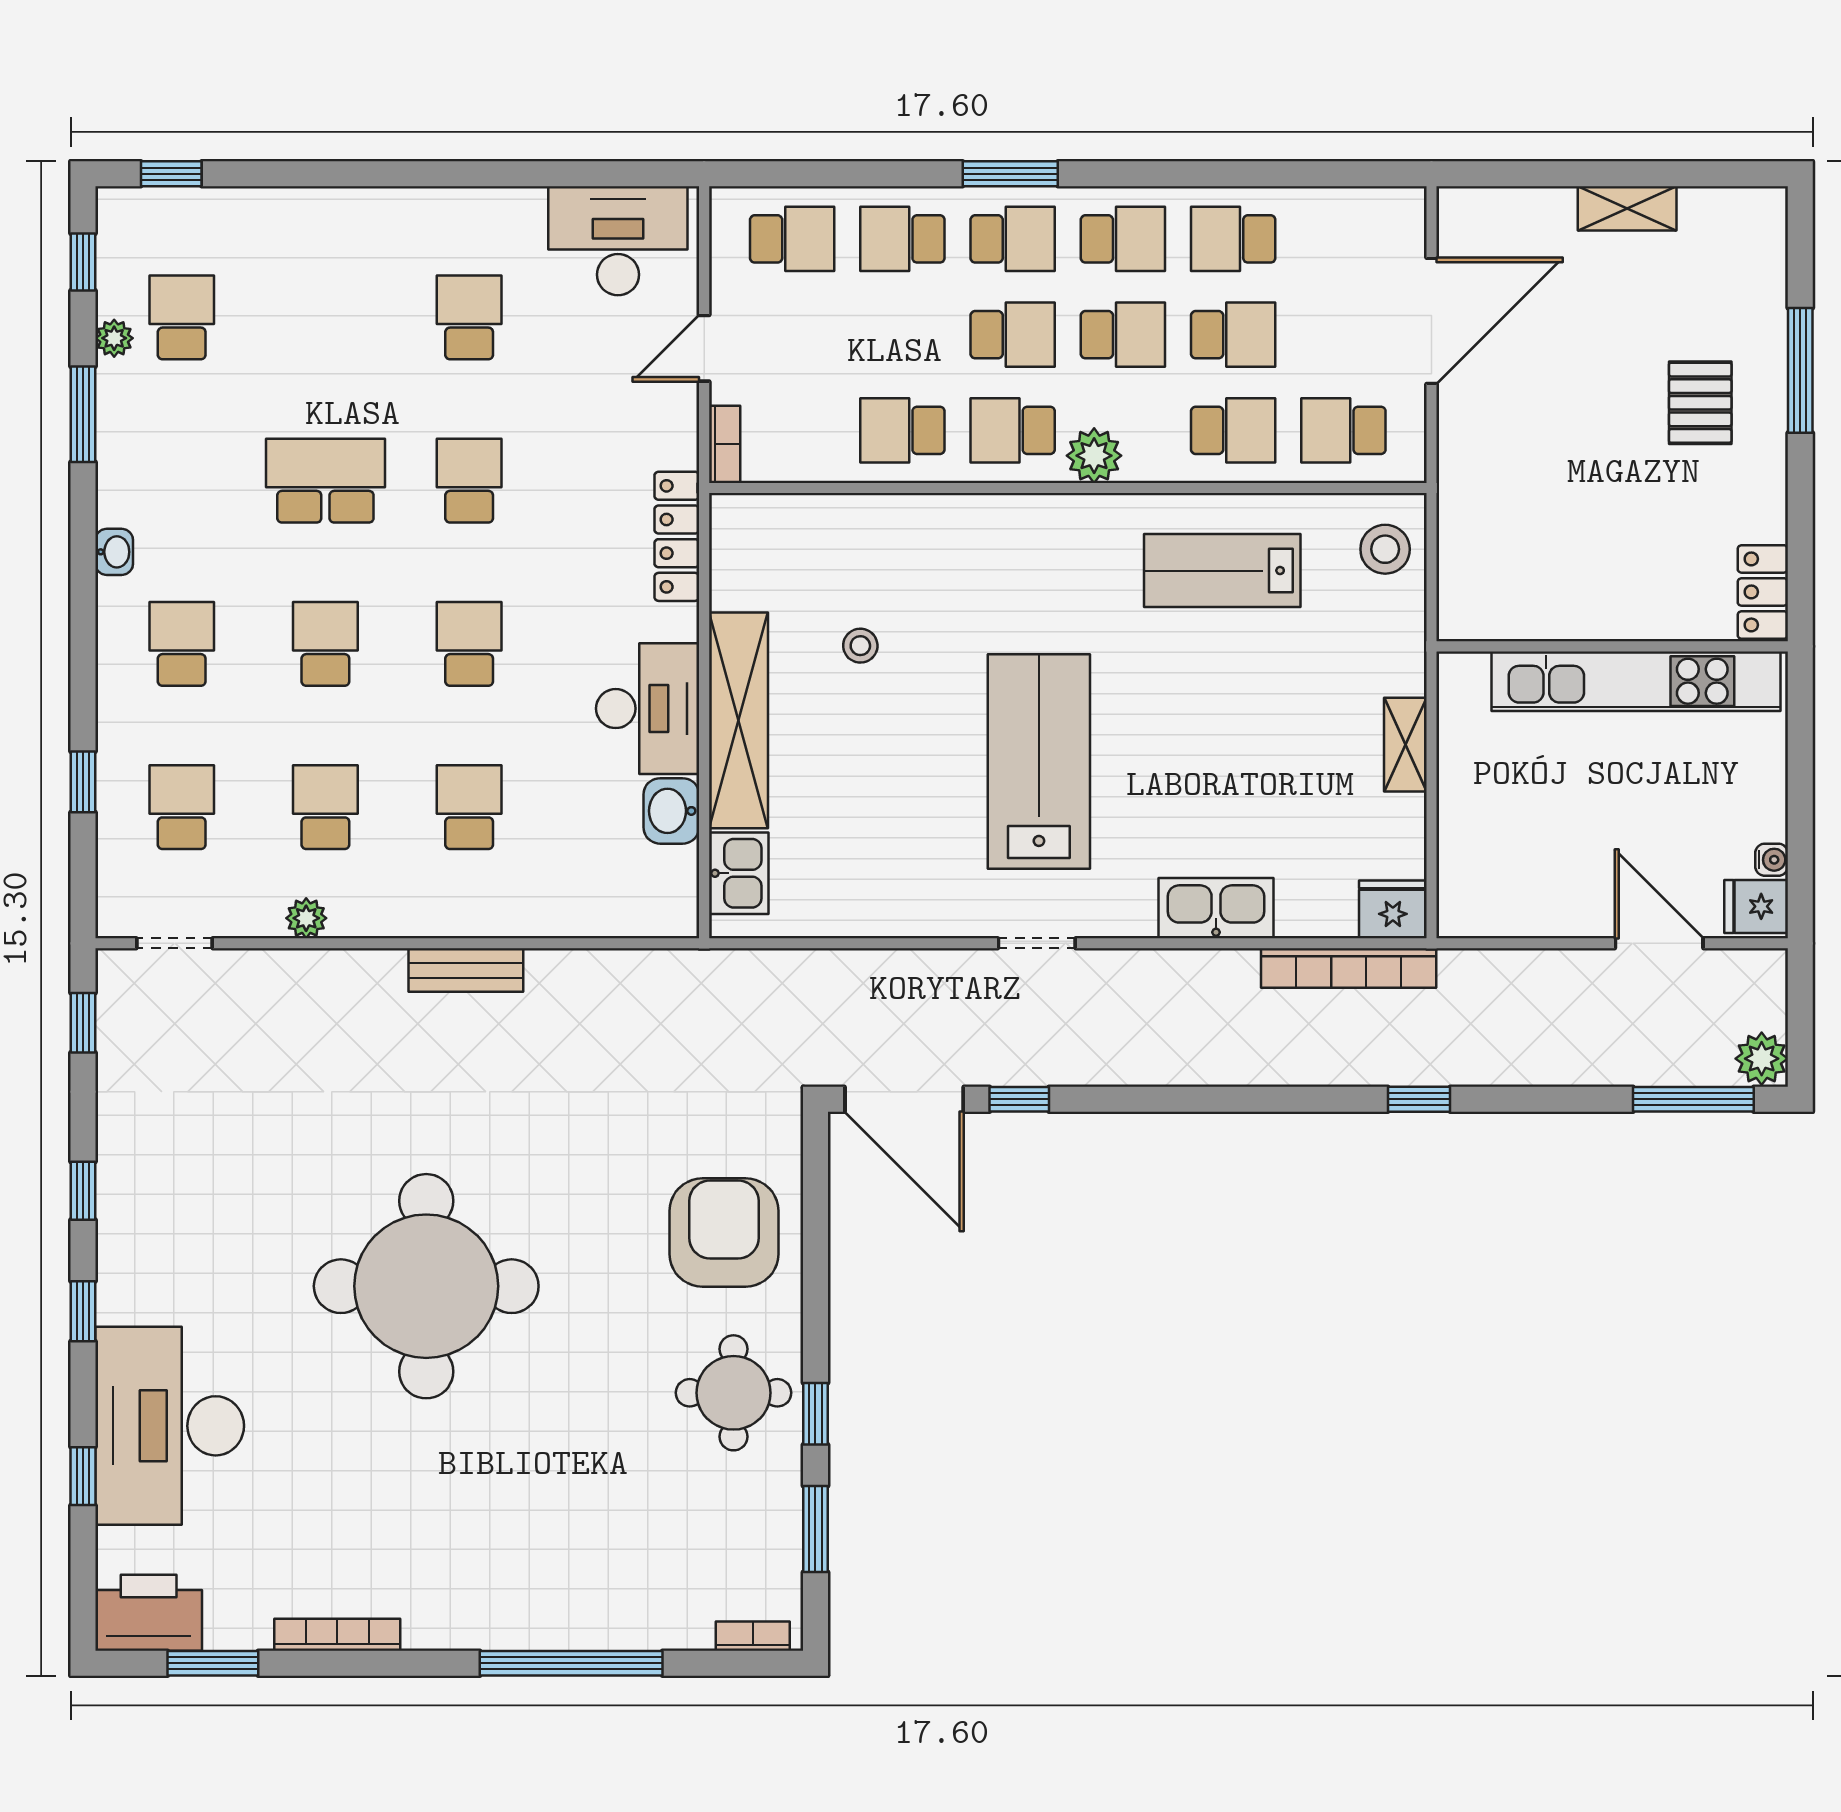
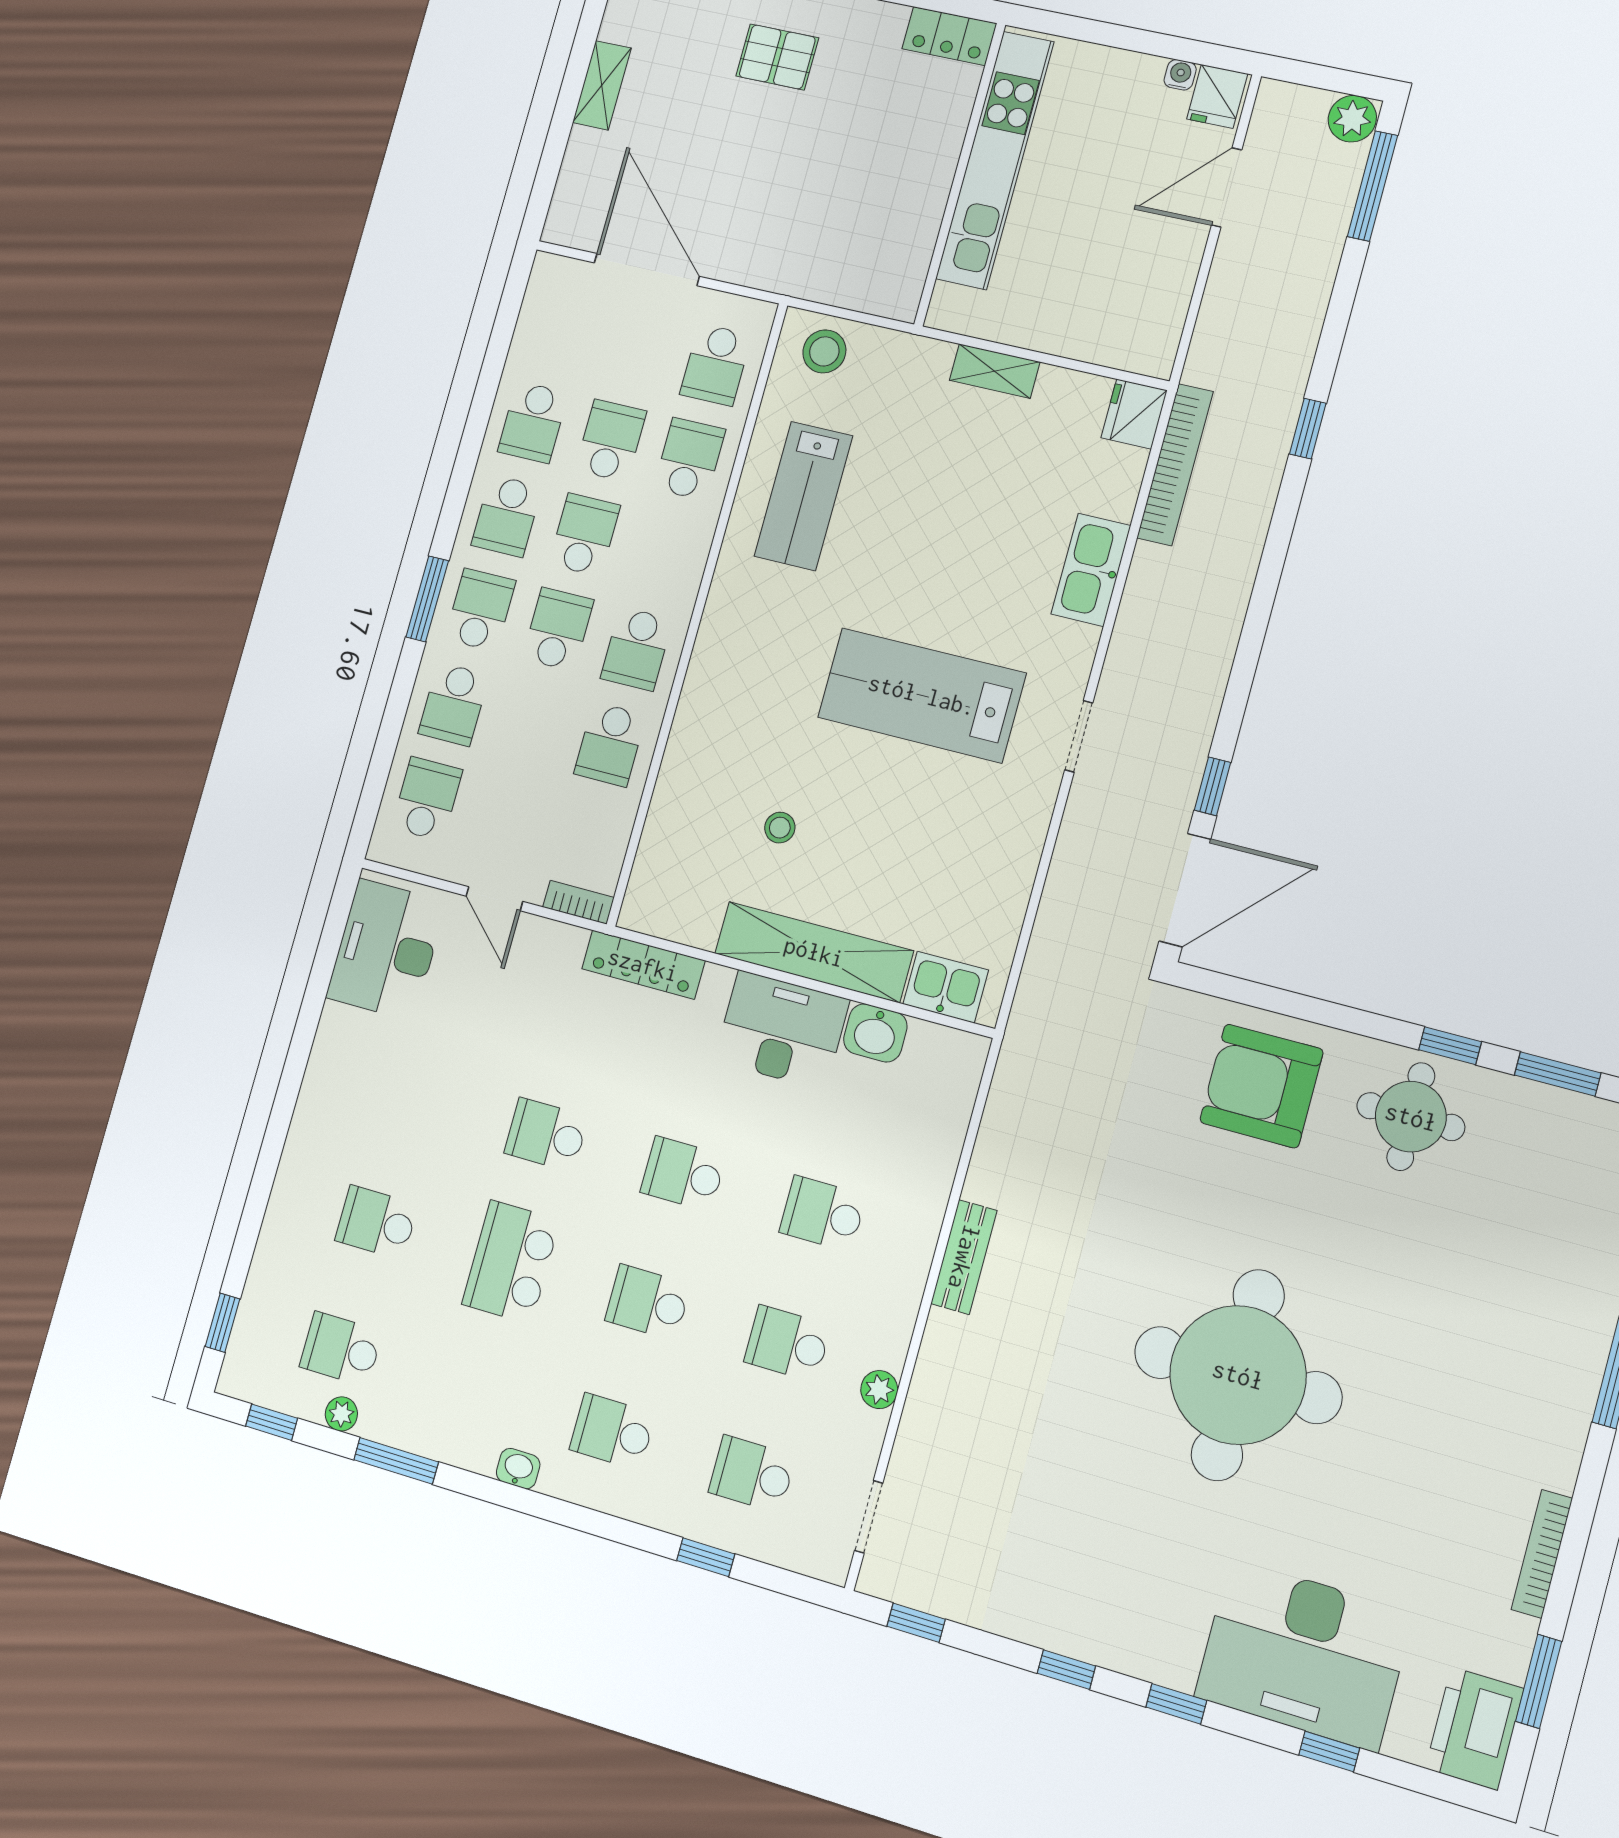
school desk: (1123, 239) -> (507, 516), turned 180
school desk: (469, 317) -> (377, 1222), moved
plant: (1094, 456) -> (677, 584), removed

